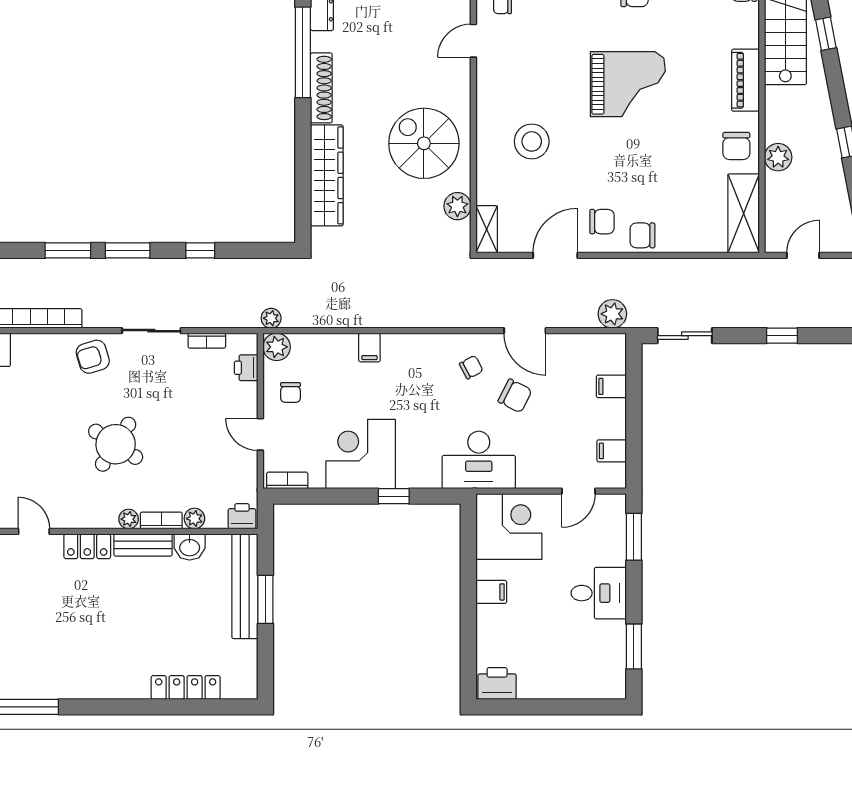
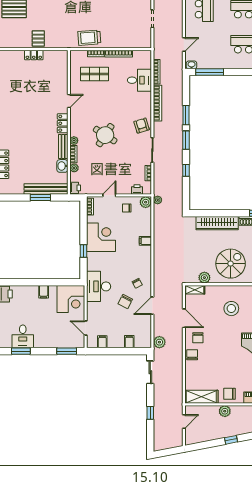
door: (803, 255) -> (184, 422), hinge flipped
desk: (599, 593) -> (23, 336), moved

